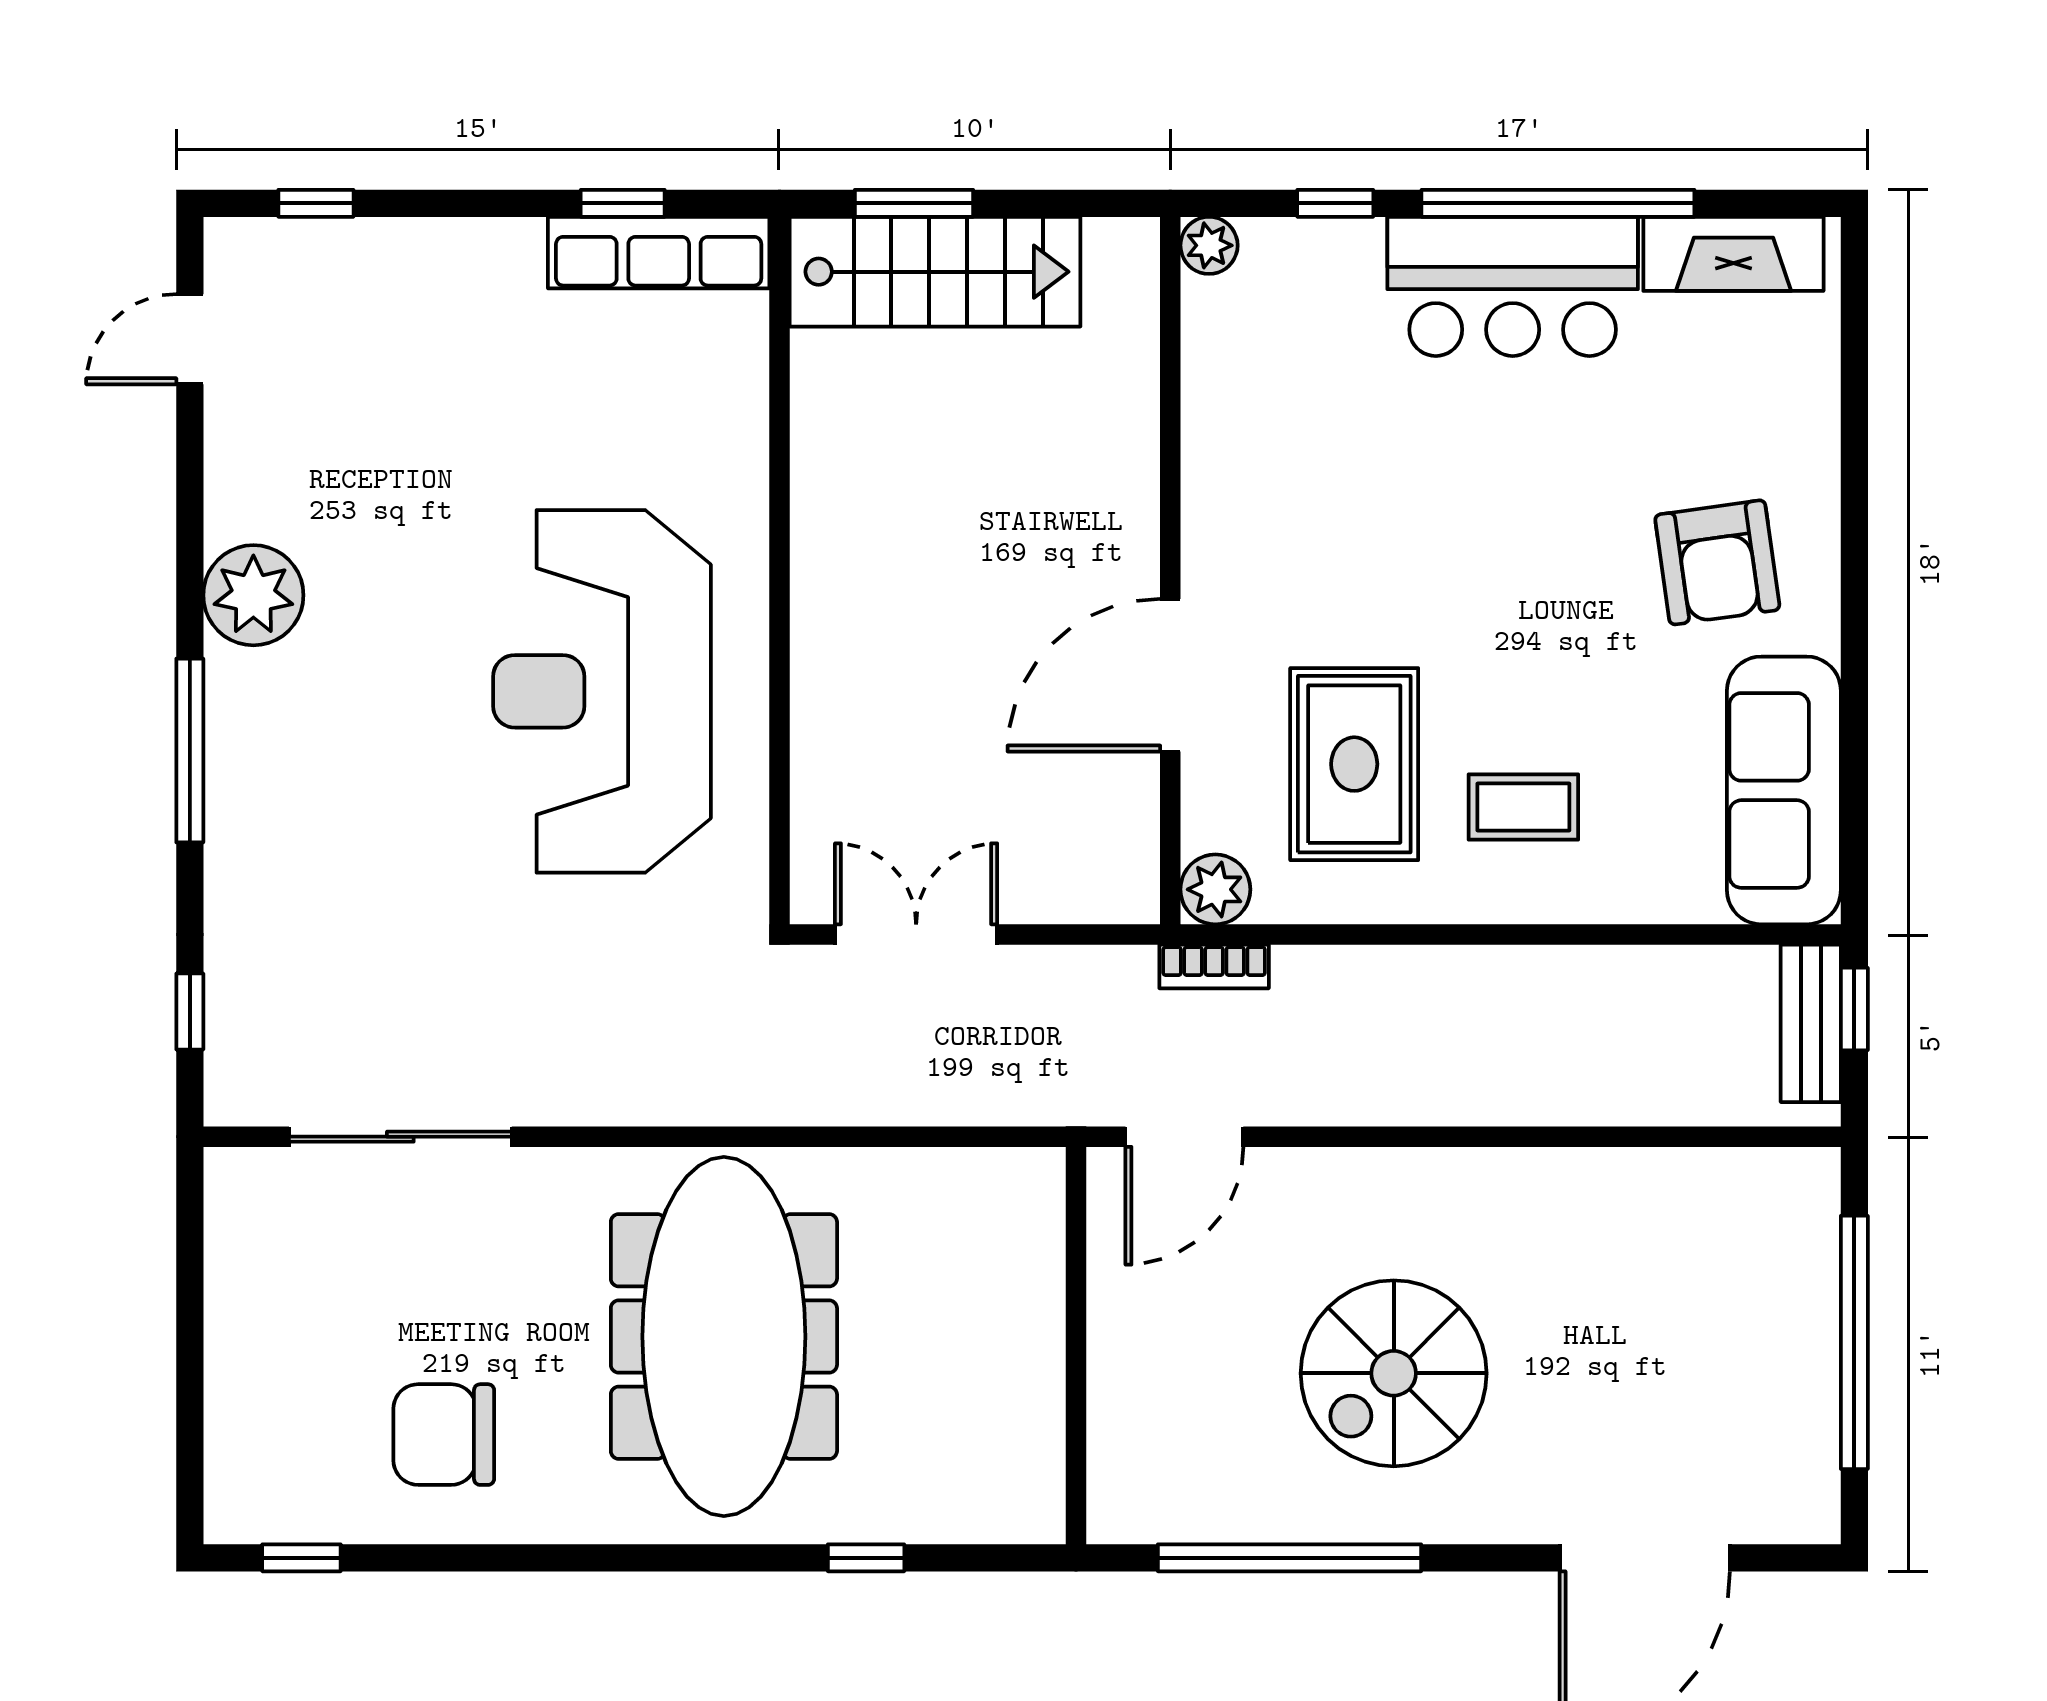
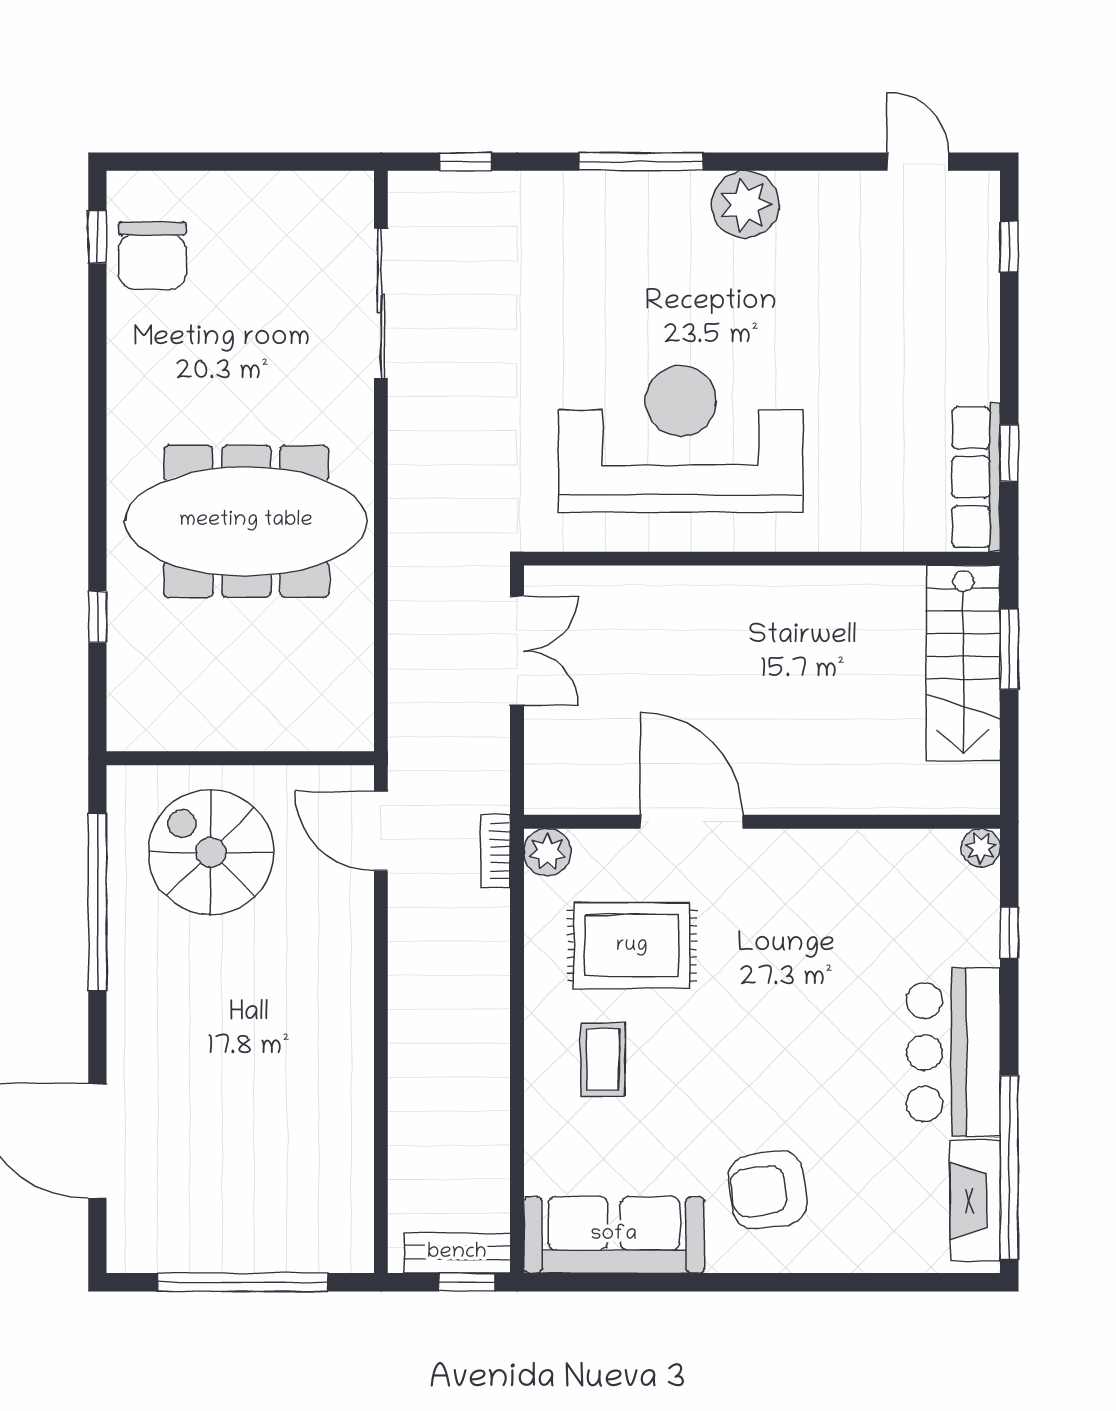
window: (1558, 203) -> (1009, 1167), moved
spiral stairs: (1394, 1373) -> (211, 852), moved
chair: (444, 1435) -> (152, 256), moved, turned 180

